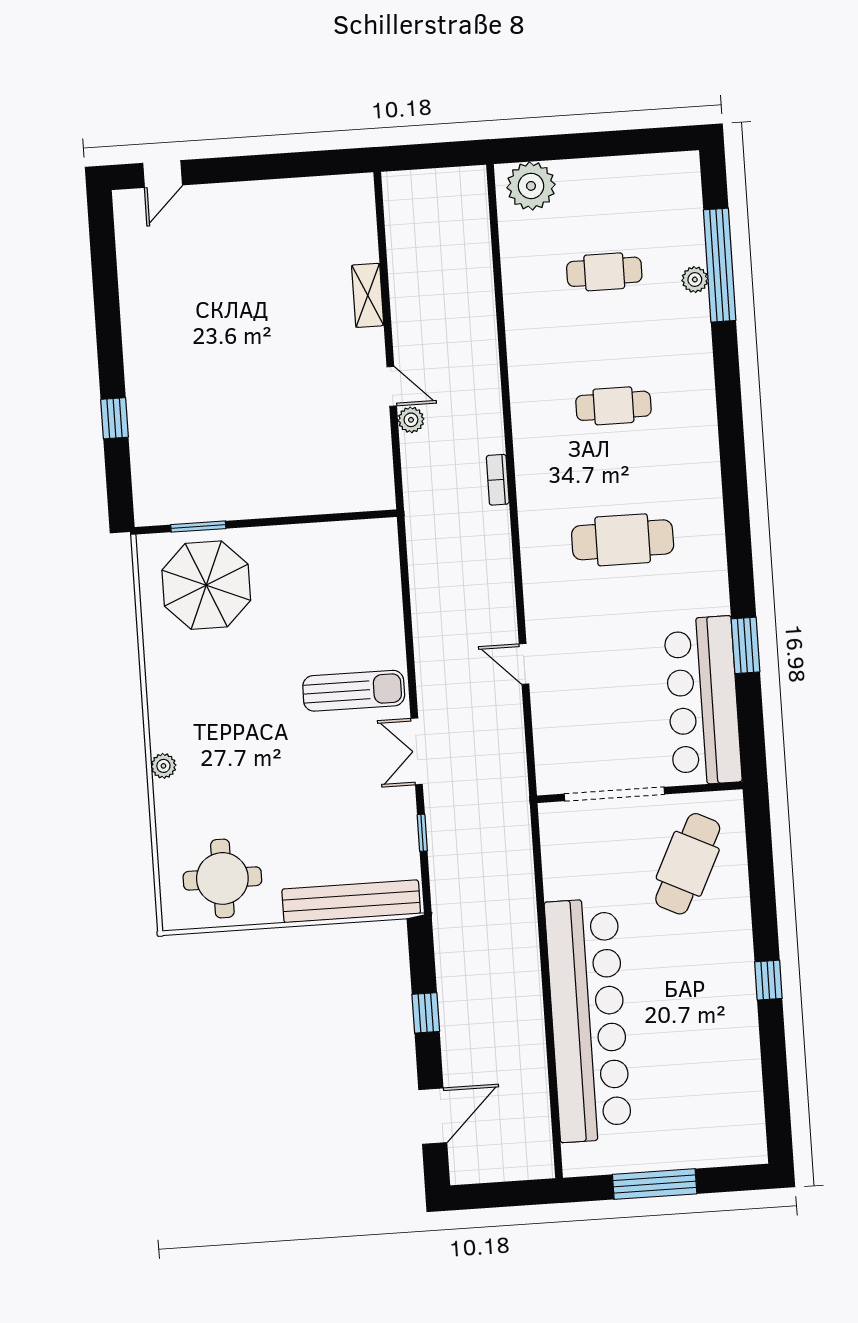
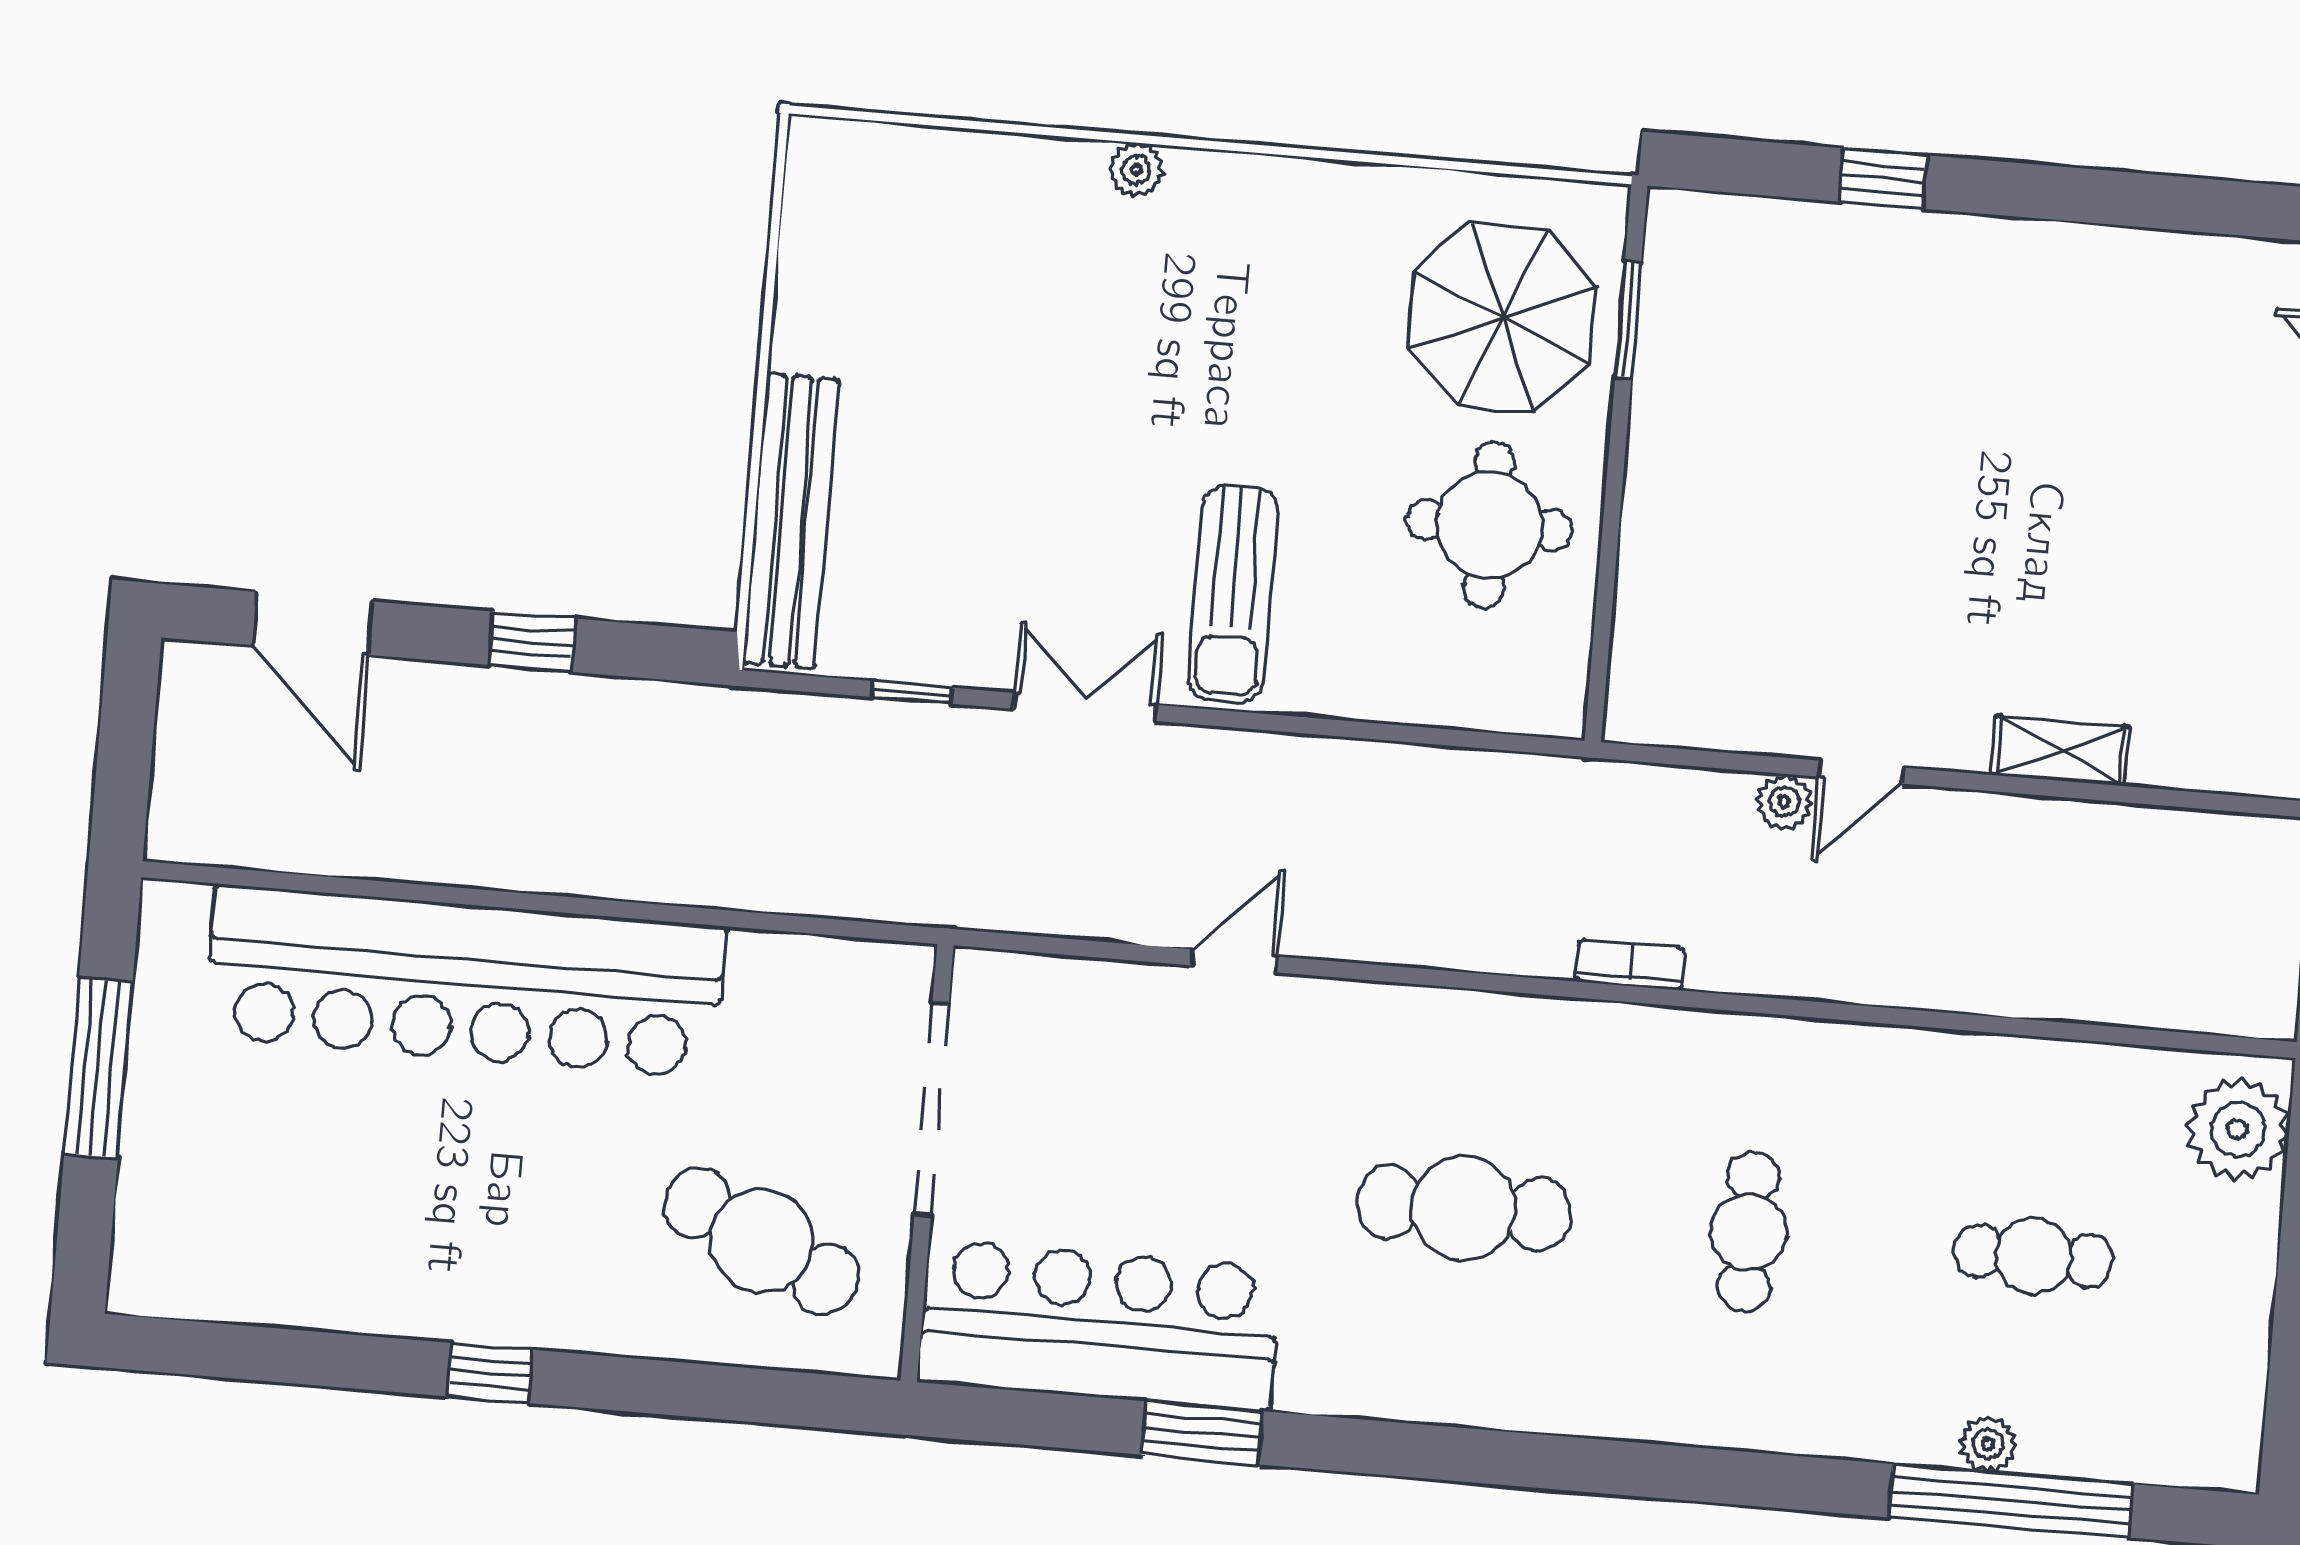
cafe table: (604, 272) -> (2033, 1256), turned 90
cafe table: (623, 540) -> (1464, 1208), turned 90
round table: (222, 878) -> (1489, 525), moved

